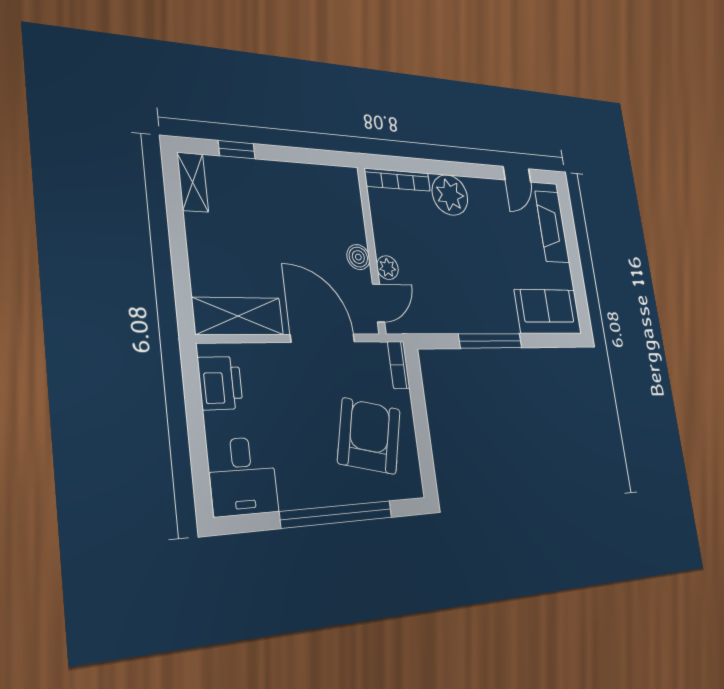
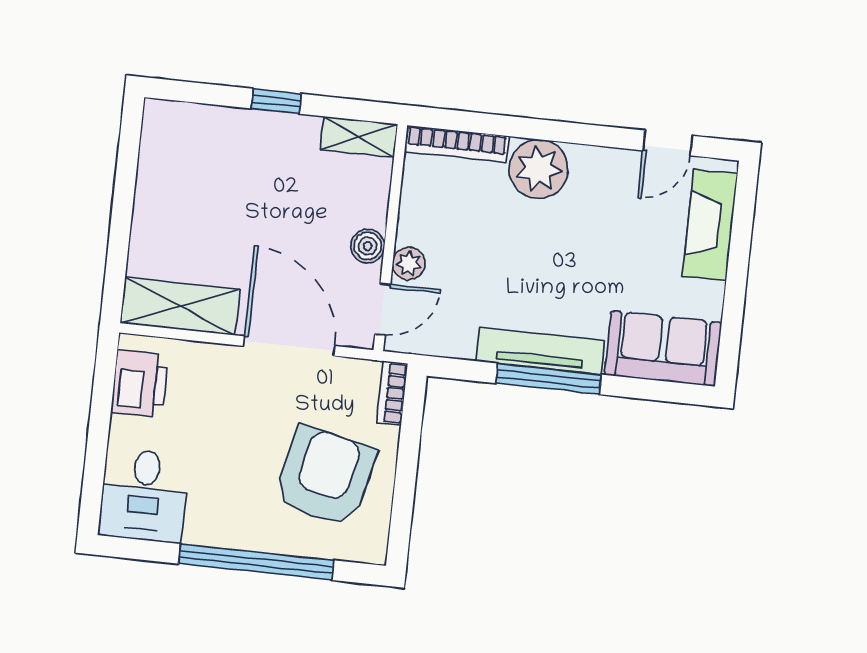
window: (237, 150) -> (276, 101), moved
shelving: (193, 182) -> (359, 137), moved, turned 90
tv unit: (481, 322) -> (540, 351), added

